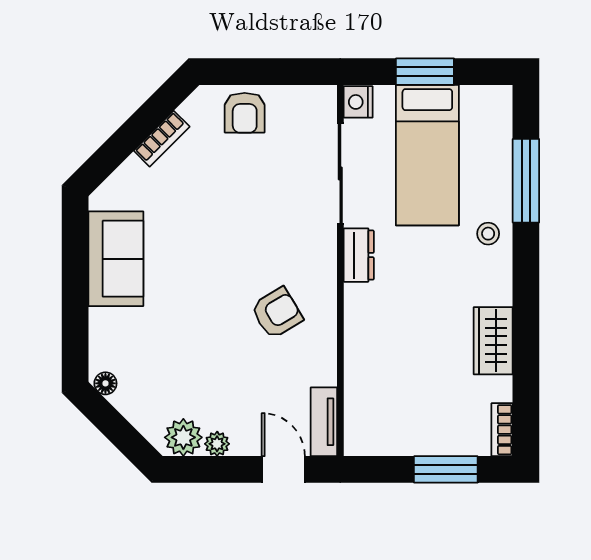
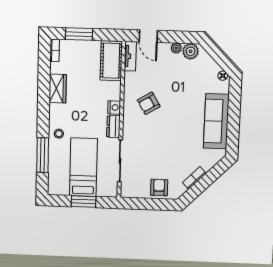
nightstand: (358, 102) -> (114, 108), moved
sofa: (116, 259) -> (216, 121), width x1.36
cot: (368, 410) -> (111, 61), added

